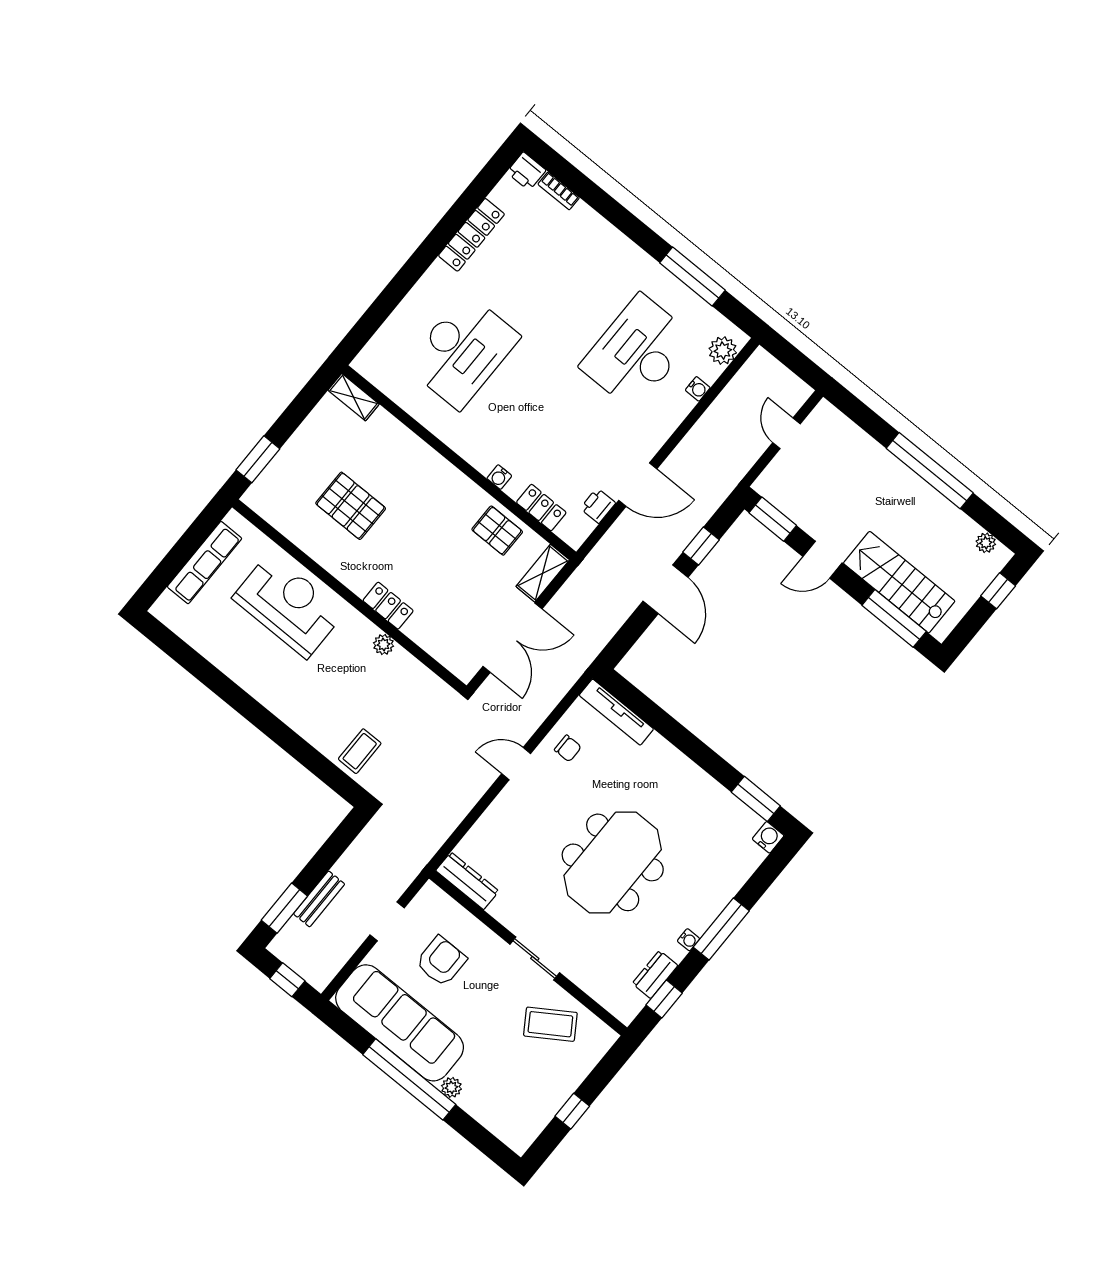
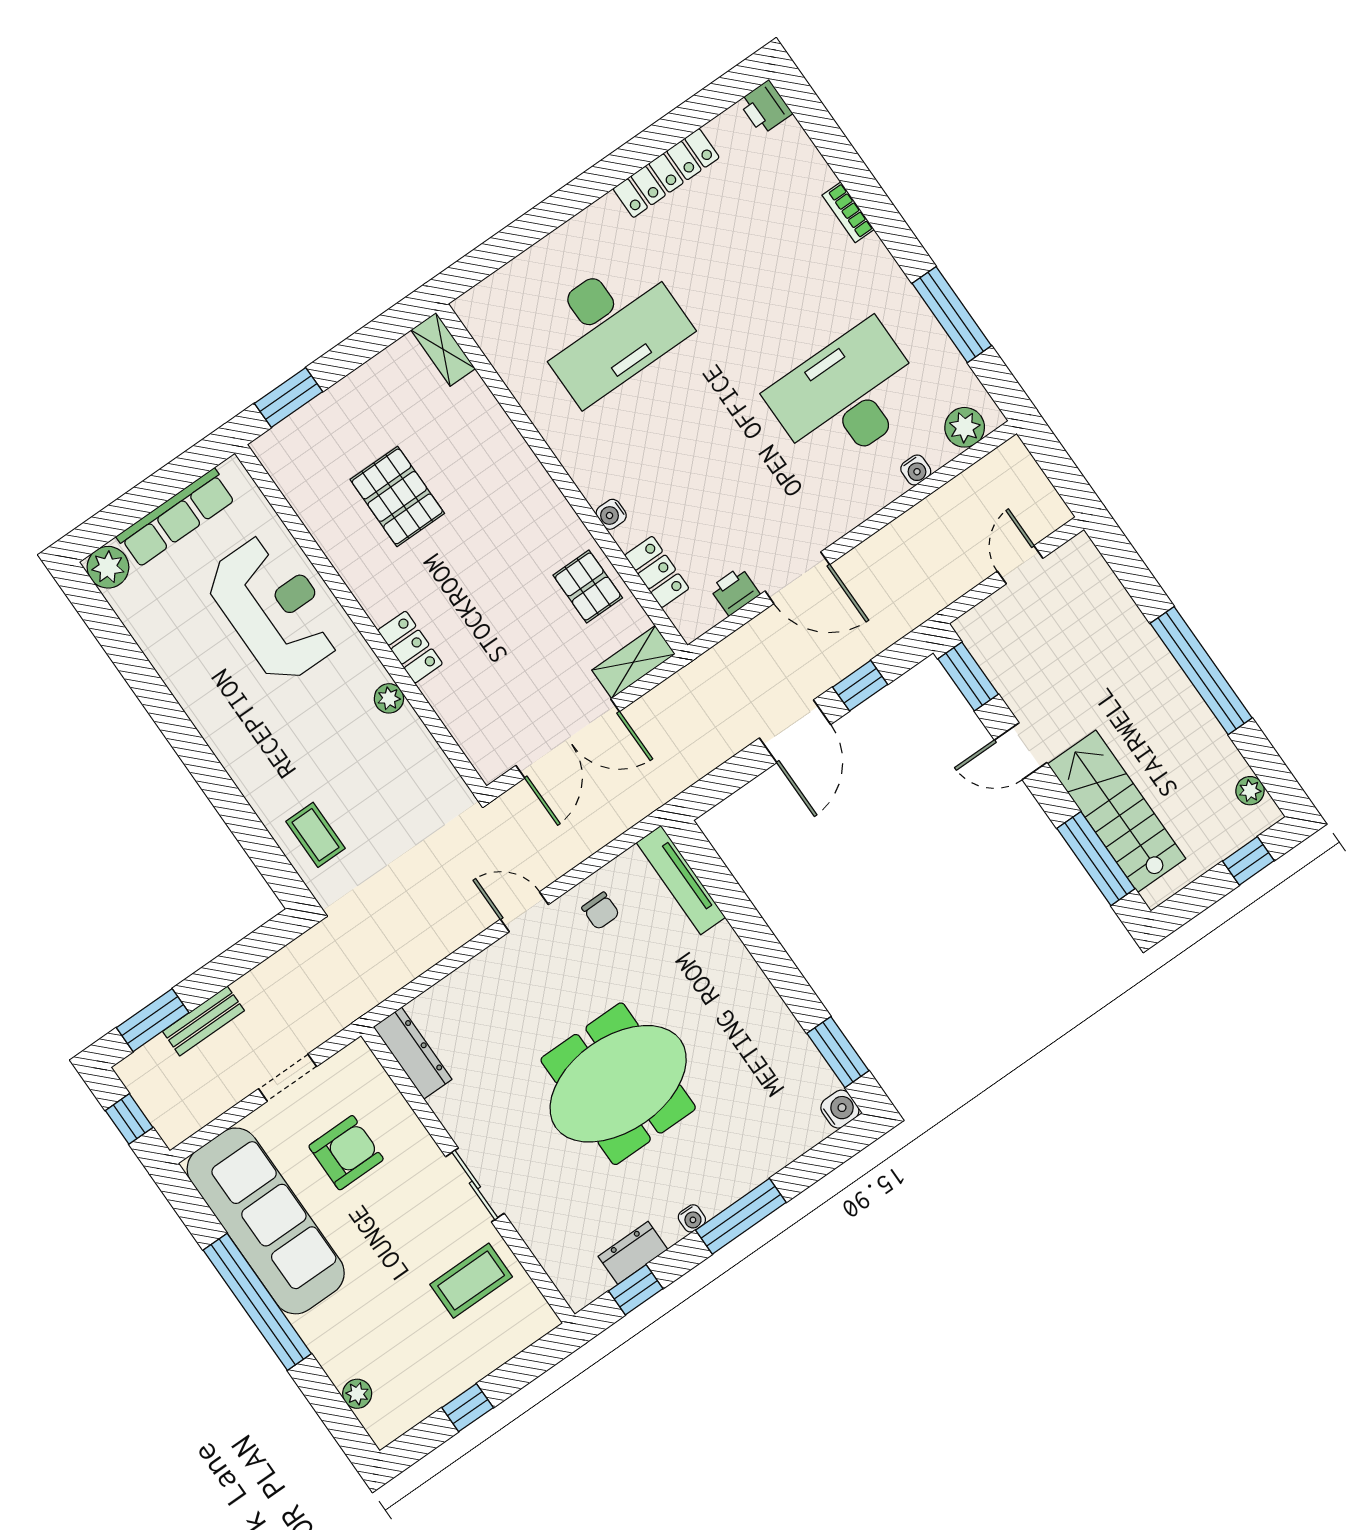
bookcase: (559, 191) -> (848, 212), moved
plant: (168, 609) -> (108, 567), added
coffee table: (360, 751) -> (316, 835), turned 90
coffee table: (550, 1024) -> (471, 1281), turned -57
plant: (451, 1087) -> (357, 1394), moved

